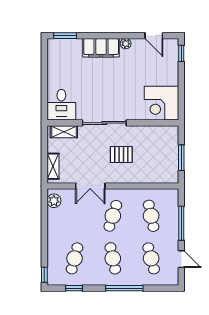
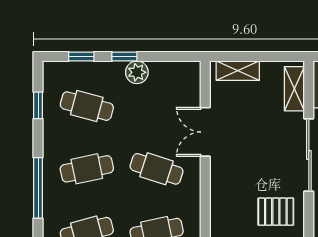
pallet: (121, 155) -> (276, 212), moved, turned 90
plant: (54, 201) -> (137, 72), moved
window: (44, 235) -> (124, 57), added
window: (44, 275) -> (81, 57), moved

